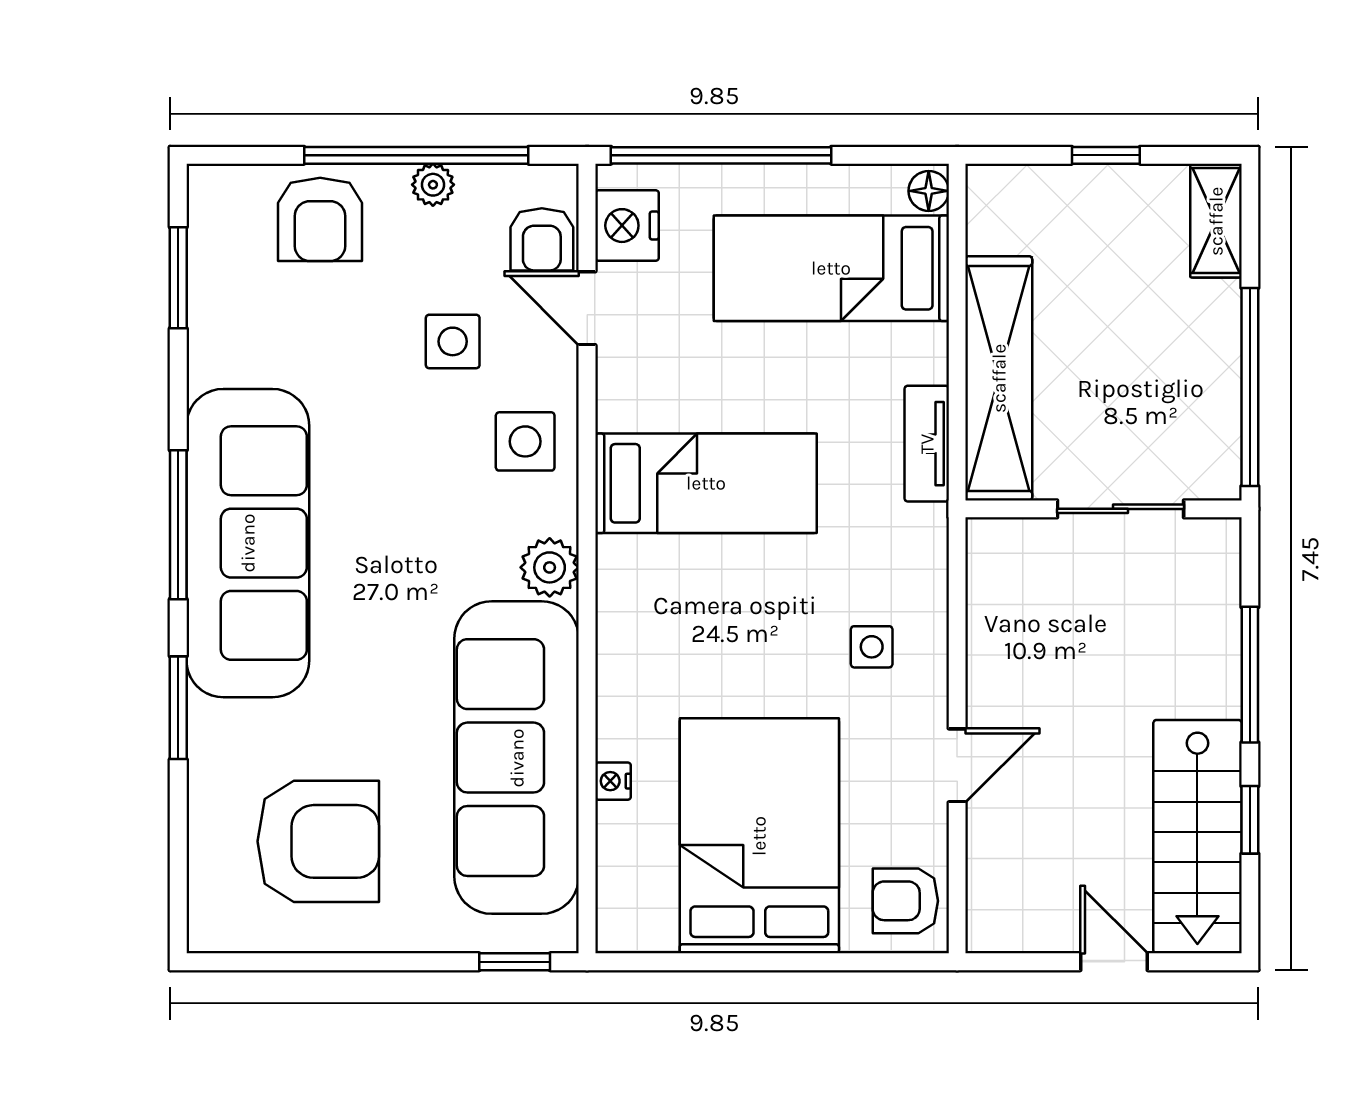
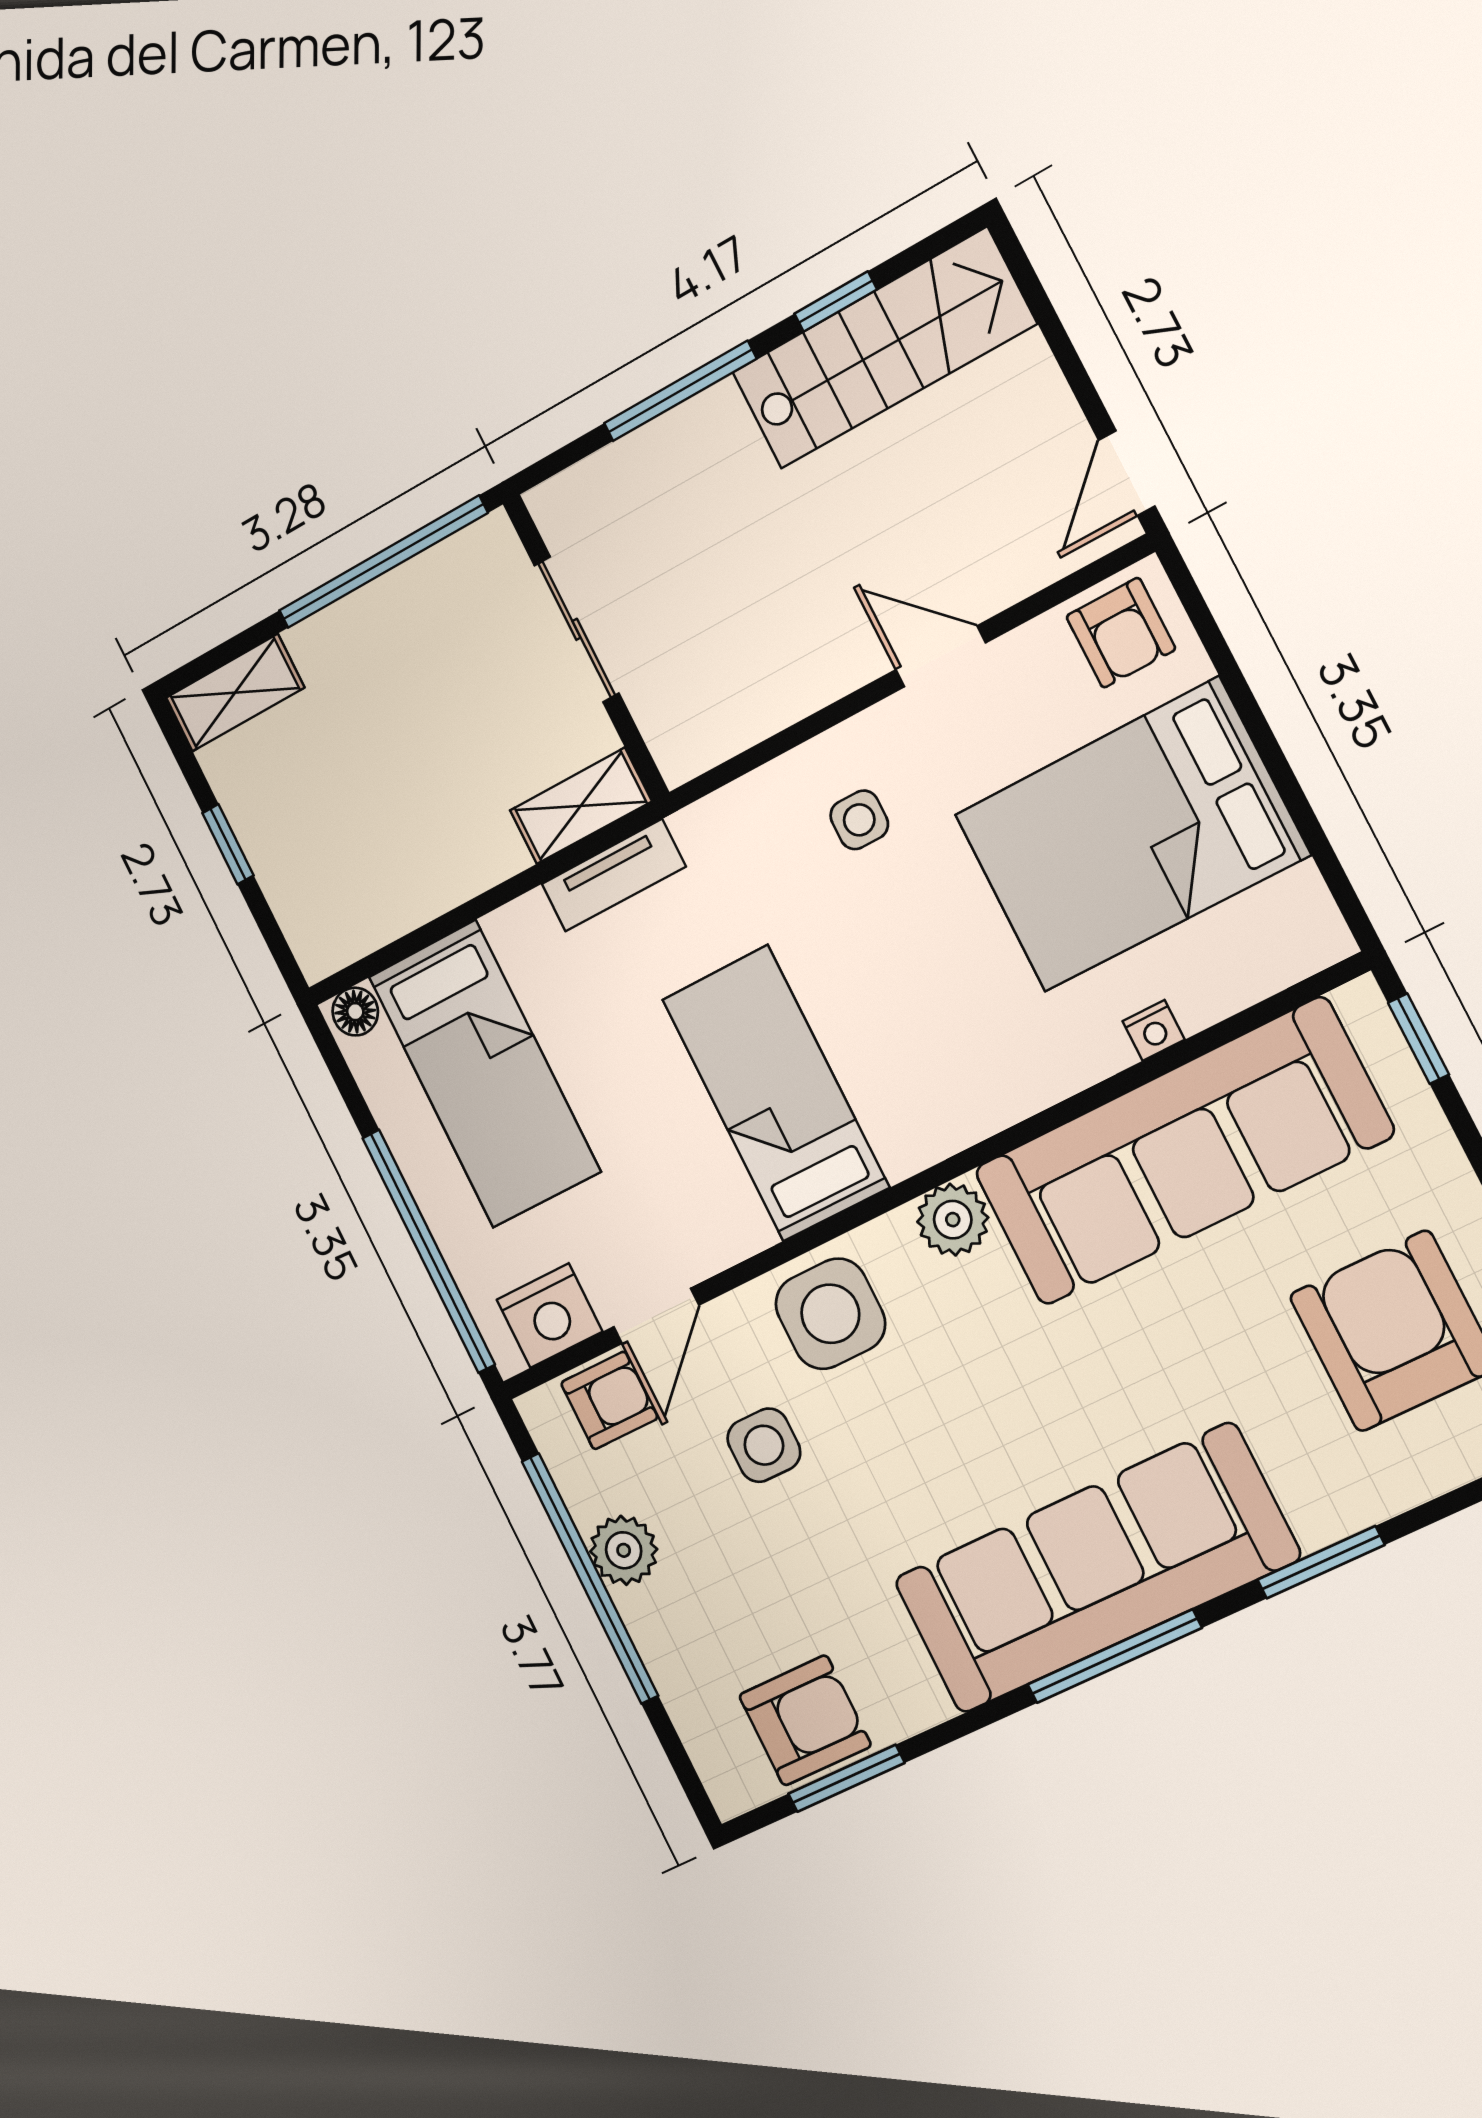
plant: (433, 185) -> (624, 1550), width x1.38, depth x1.38
armchair: (320, 219) -> (805, 1720), moved
shelving: (999, 378) -> (581, 806), width x0.45, depth x0.75
side table: (525, 441) -> (830, 1314), width x1.37, depth x1.37
door: (1114, 962) -> (1127, 473), moved

